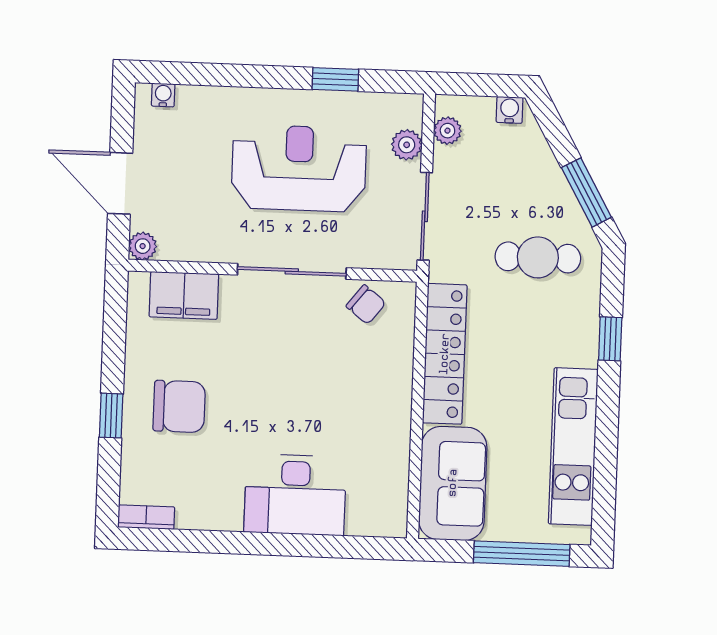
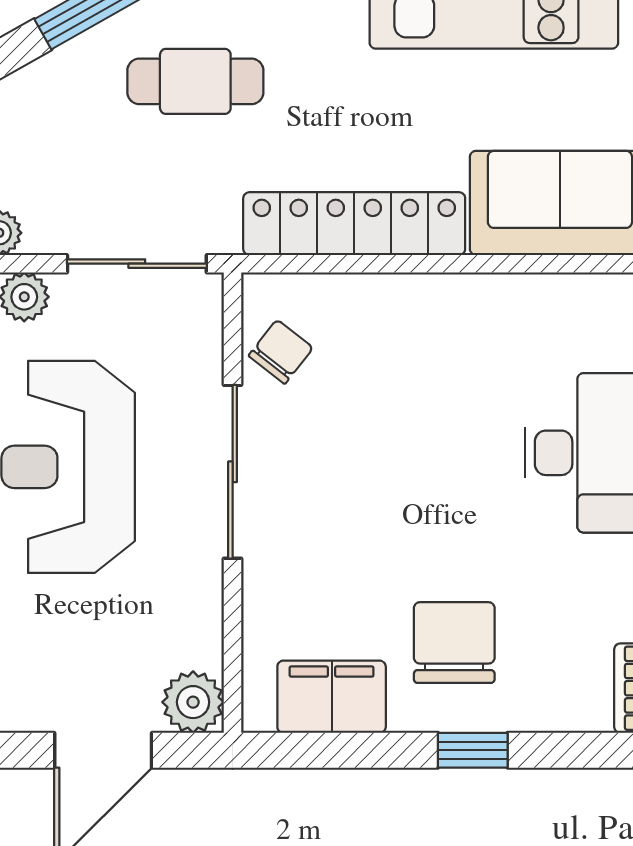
plant: (143, 246) -> (193, 702), width x1.38, depth x1.38
cafe table: (538, 257) -> (195, 81), turned 90
filing cabinet: (184, 295) -> (332, 697), moved, turned -90

